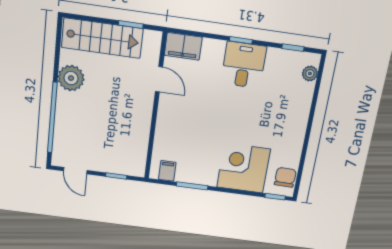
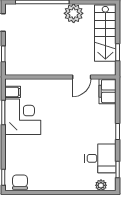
desk: (244, 65) -> (100, 158), moved
corner desk: (243, 168) -> (23, 117), moved
chair: (285, 177) -> (20, 182), turned -91

